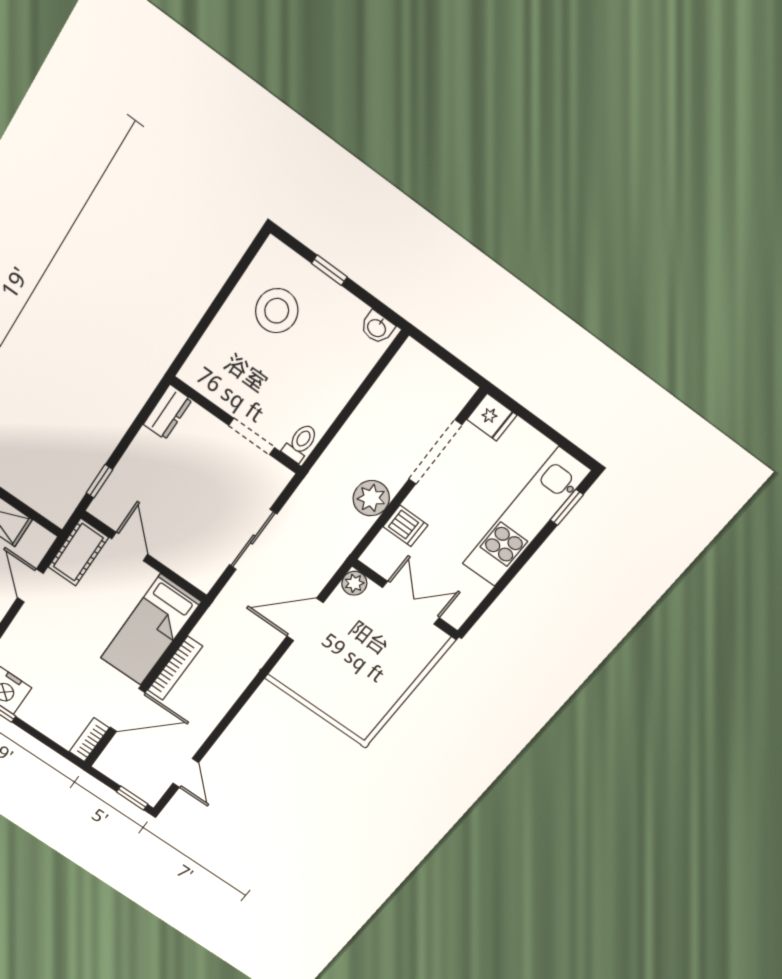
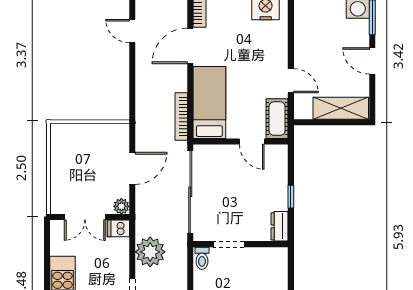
window: (99, 481) -> (291, 197), moved
plant: (371, 498) -> (150, 252), width x1.36, depth x1.36
dishwasher: (405, 526) -> (118, 228), moved
sliding door: (253, 540) -> (190, 192), width x1.86
bookcase: (175, 668) -> (181, 116), moved

